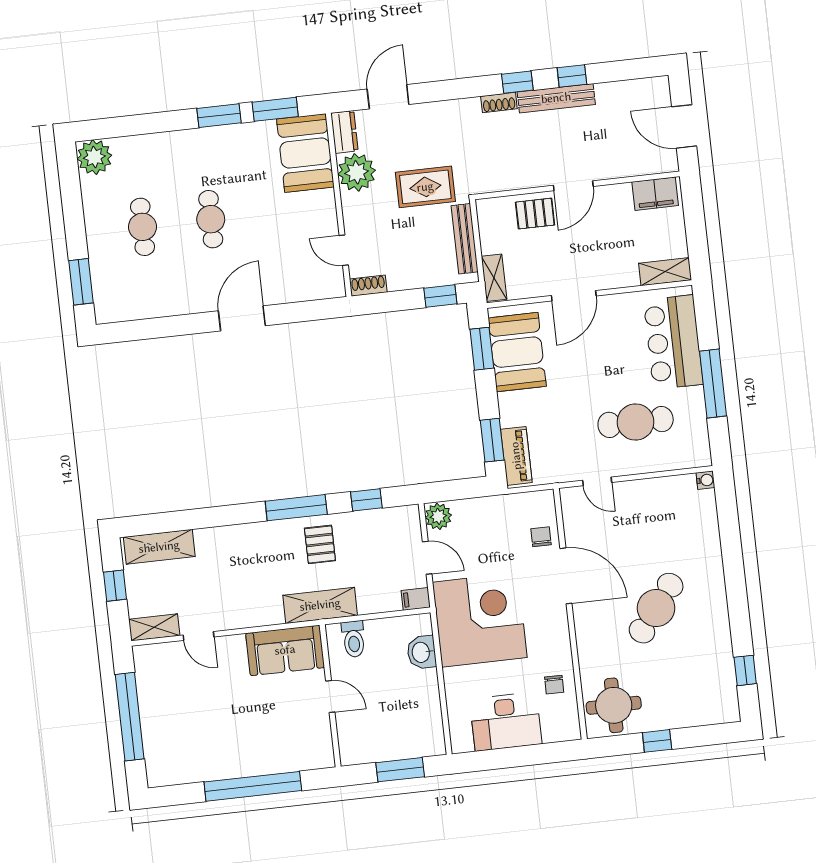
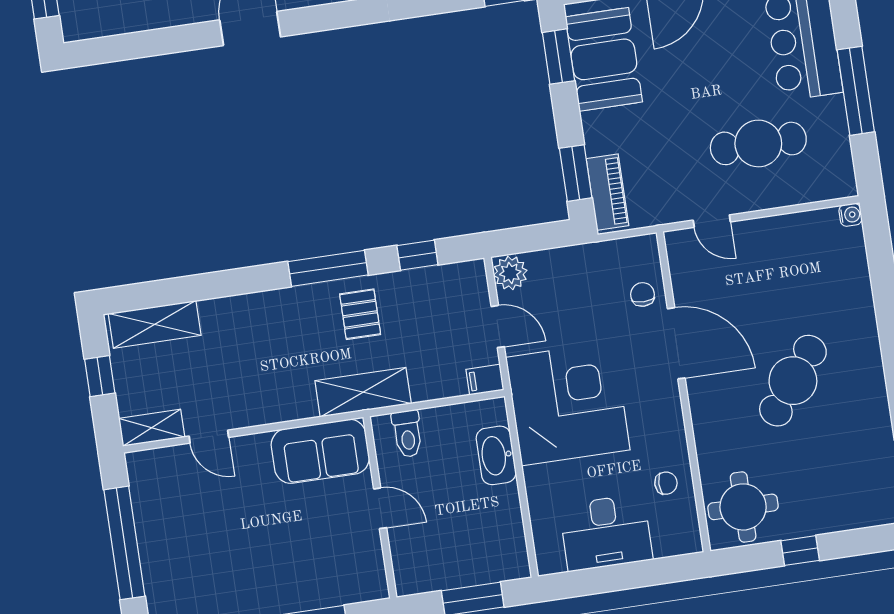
washbasin: (422, 652) -> (496, 455), width x1.38
chair: (554, 685) -> (666, 483), turned -90

